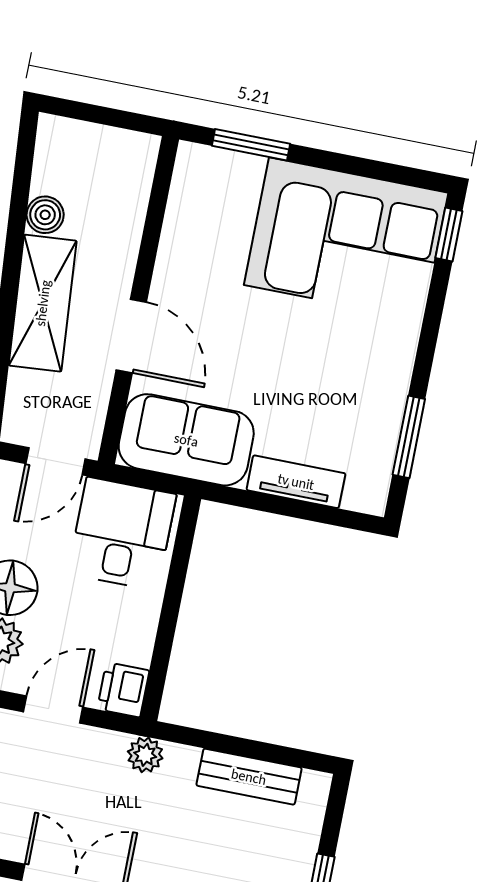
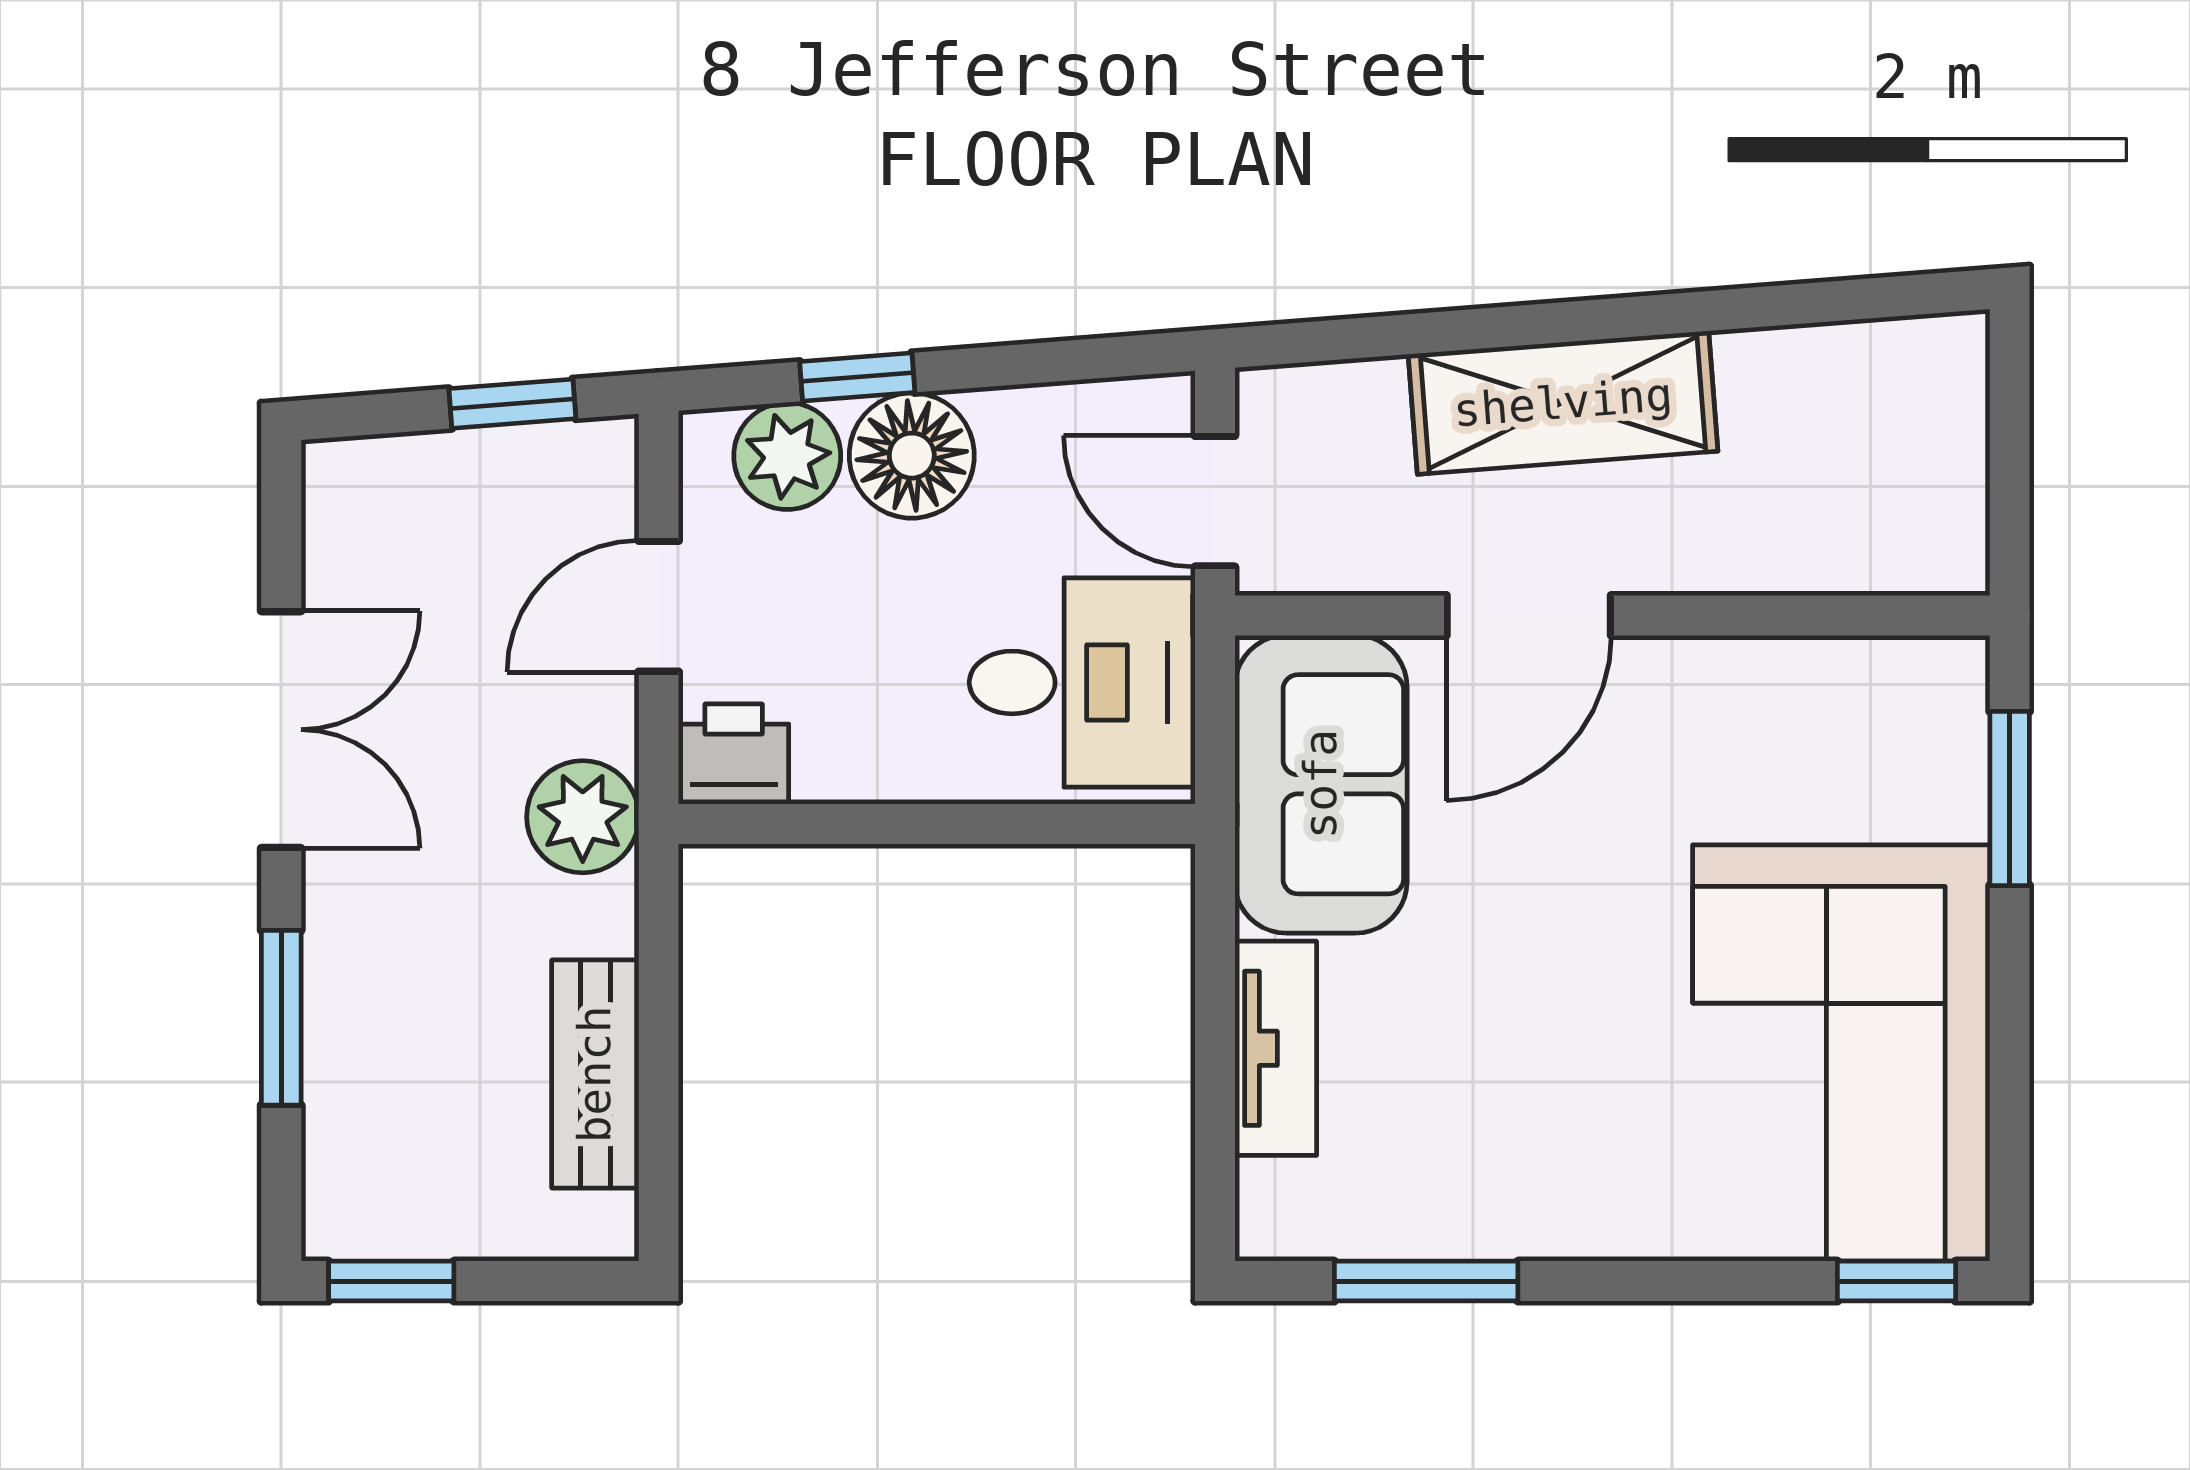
boiler: (45, 215) -> (1762, 369), removed
door: (53, 709) -> (659, 606), swing flipped
plant: (145, 755) -> (583, 817), width x1.38, depth x1.38

